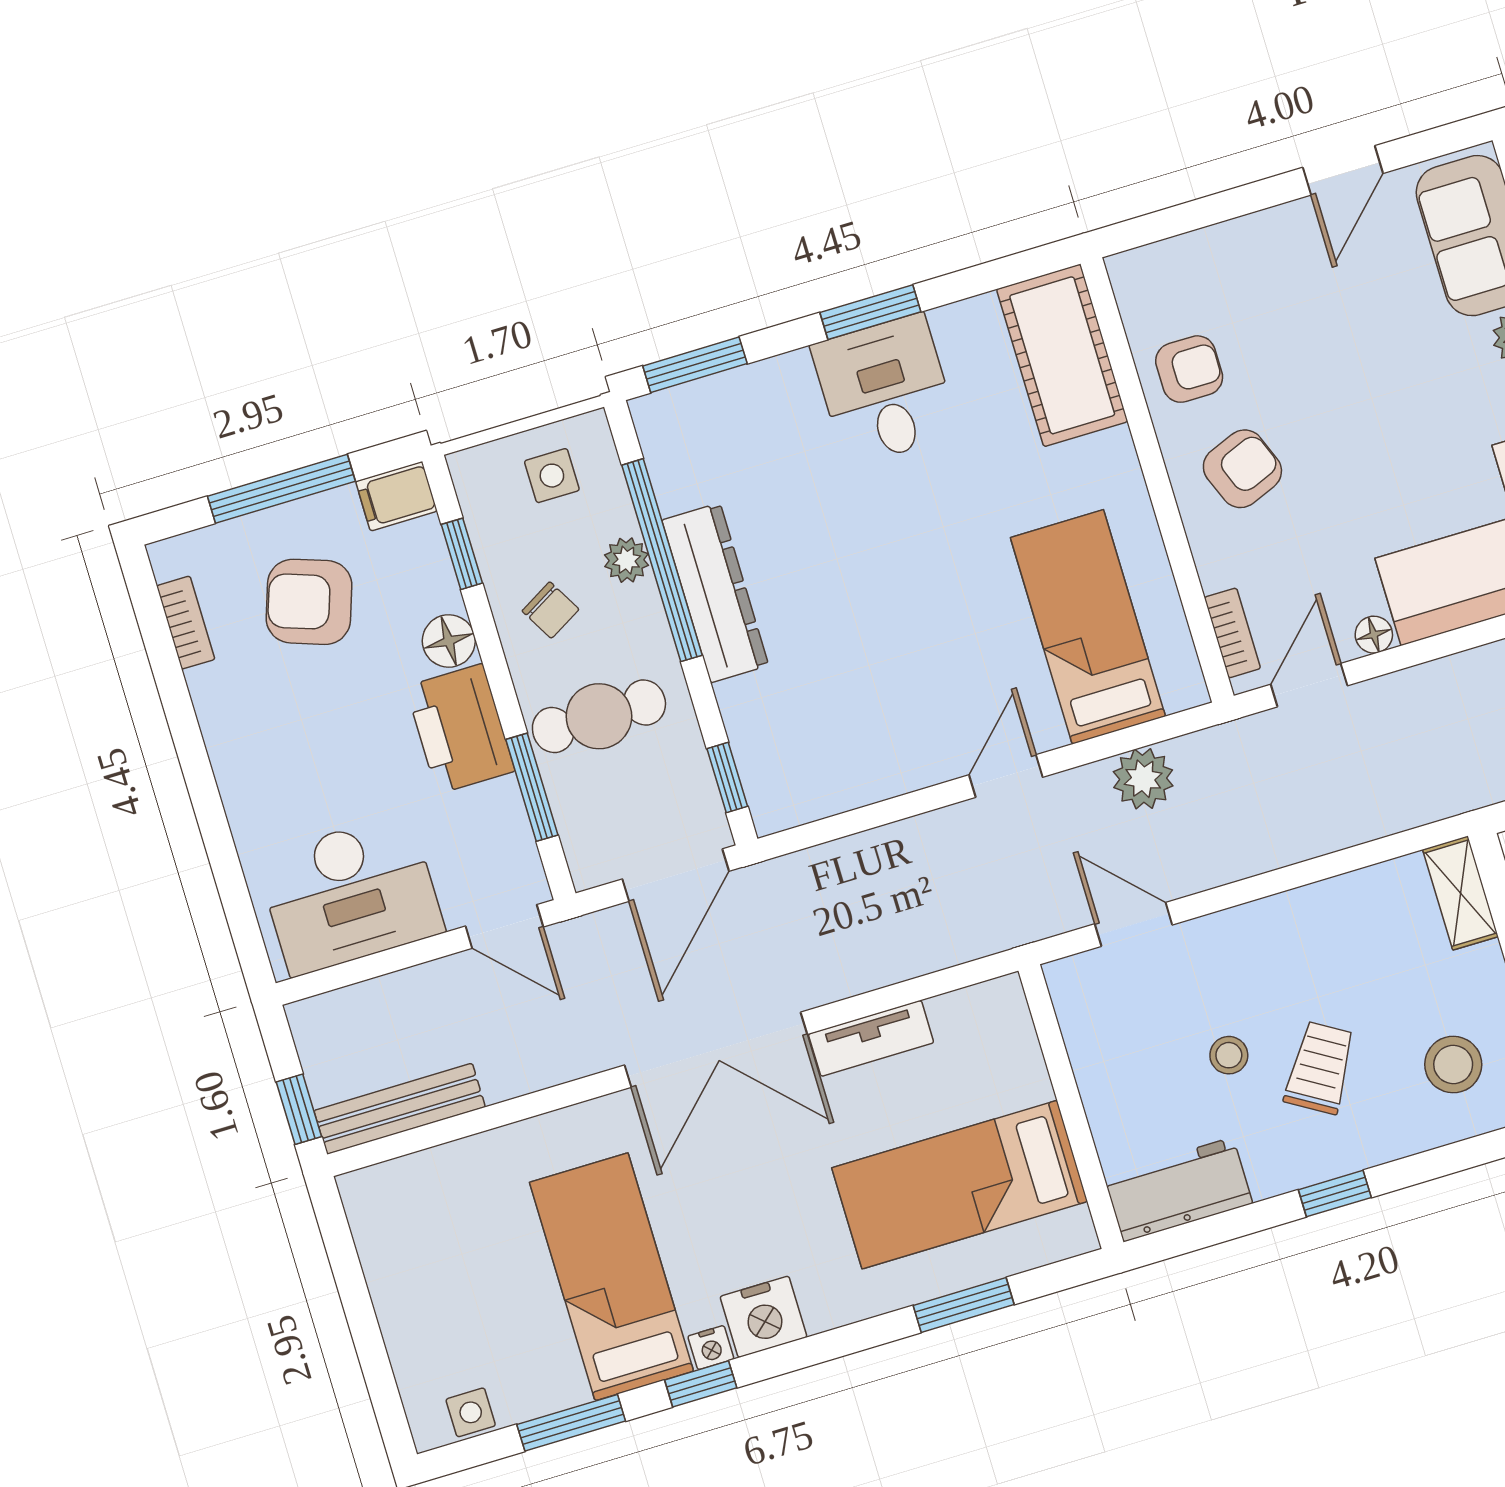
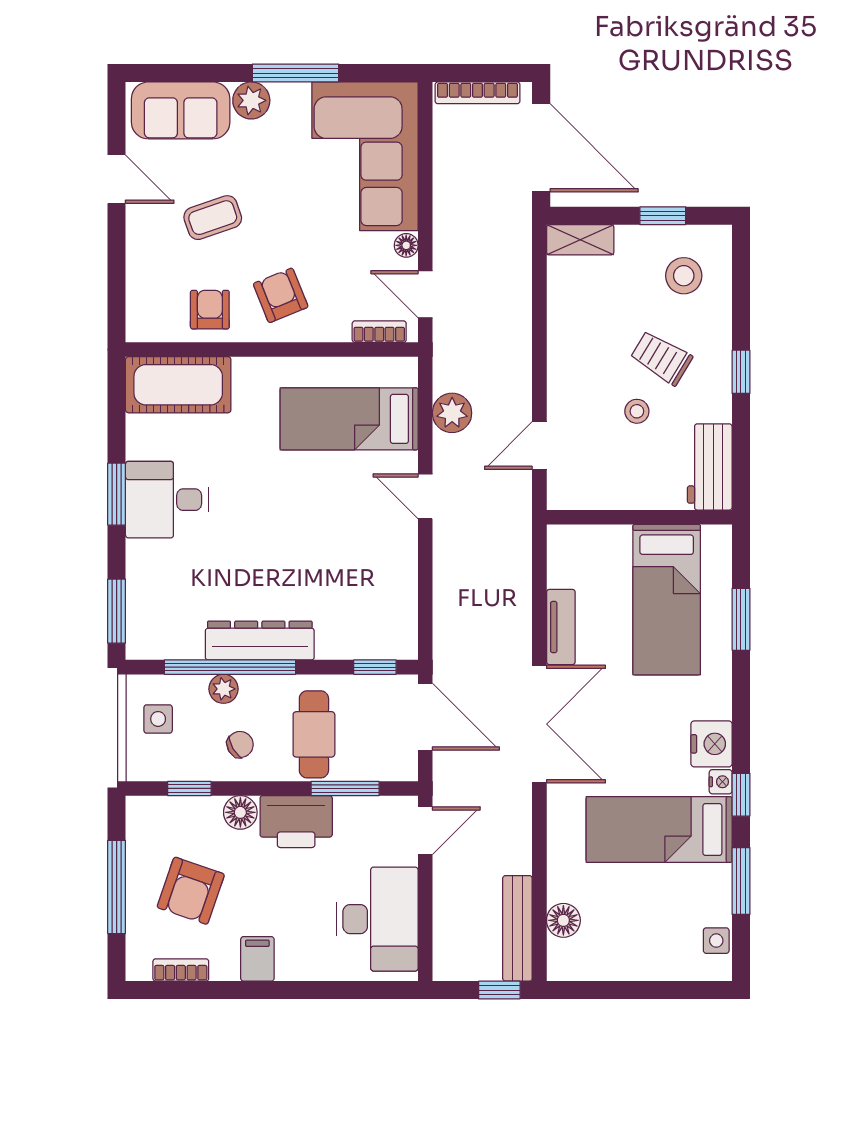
coffee table: (1328, 332) -> (213, 218), added
filing cabinet: (396, 496) -> (257, 959), moved, turned 180
floor lamp: (432, 1174) -> (563, 920), added

